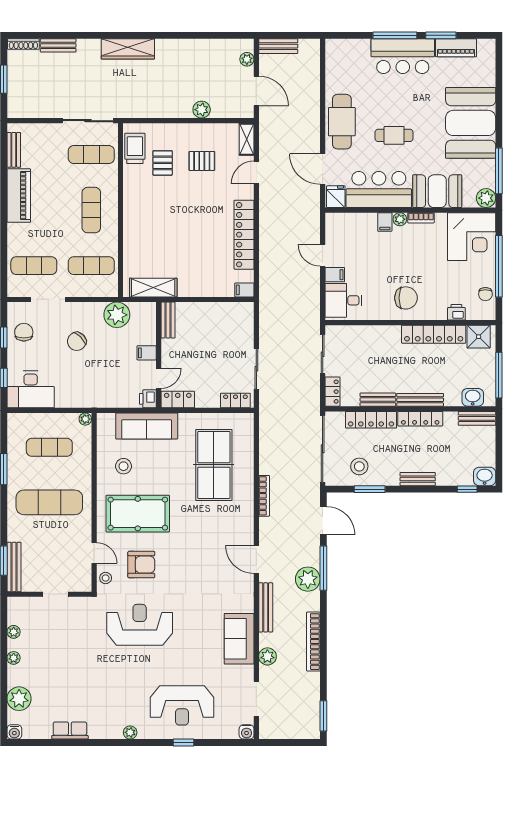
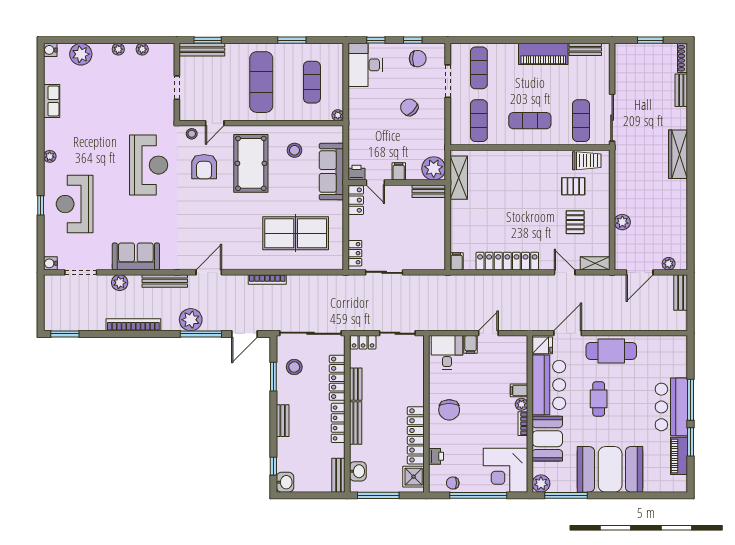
plant: (117, 315) -> (434, 168), moved

